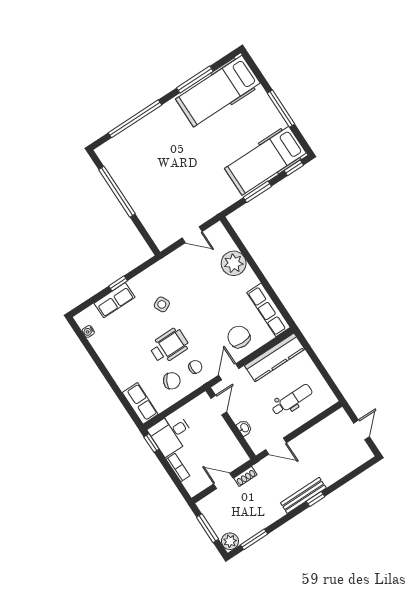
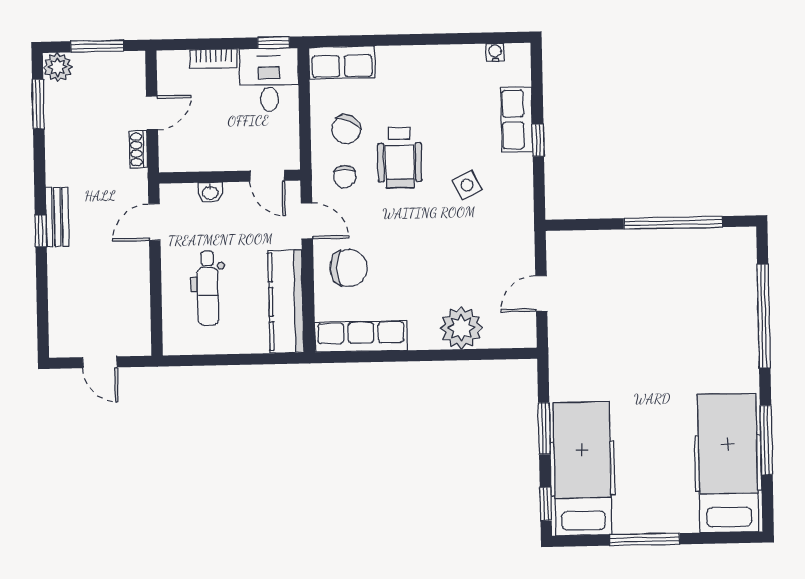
bench: (303, 495) -> (57, 217), width x0.73

